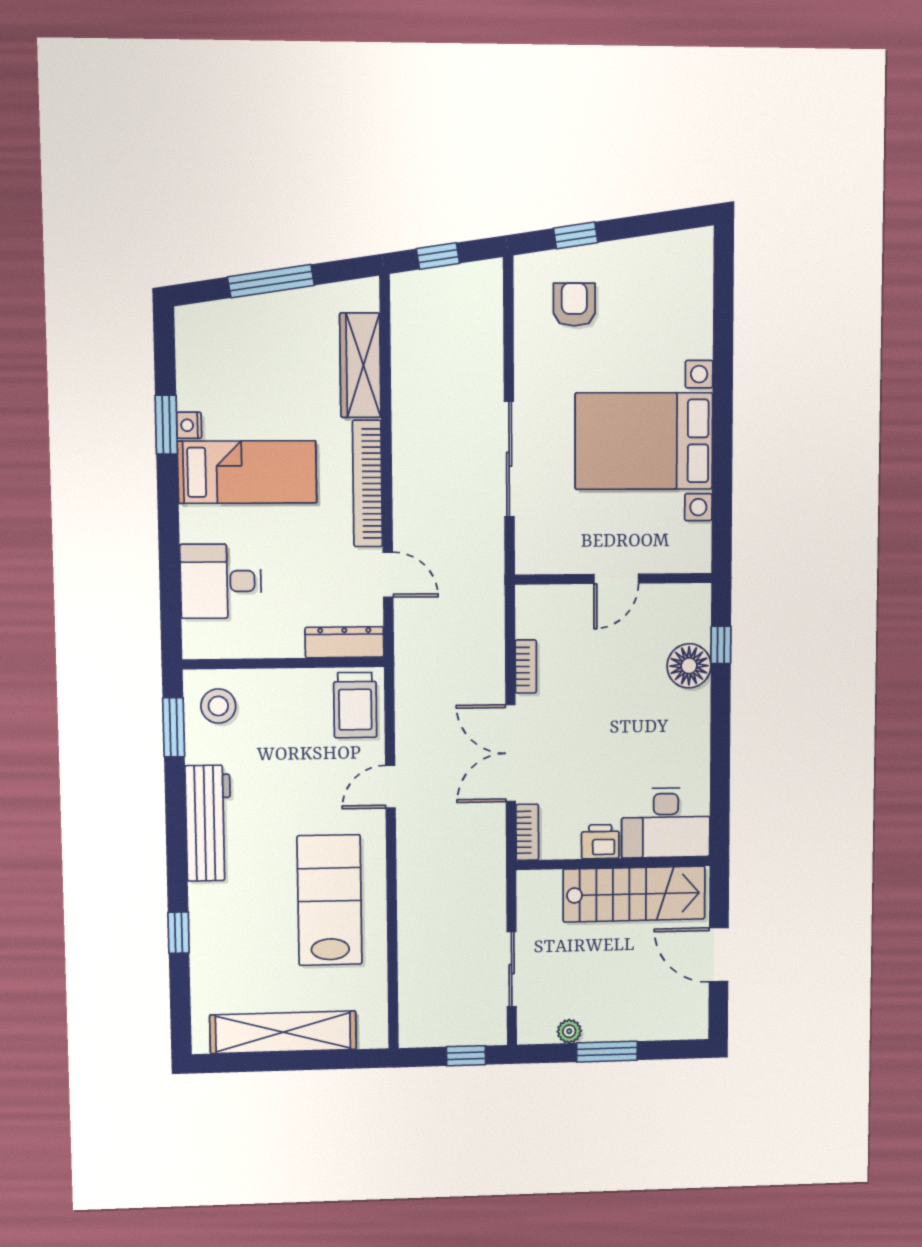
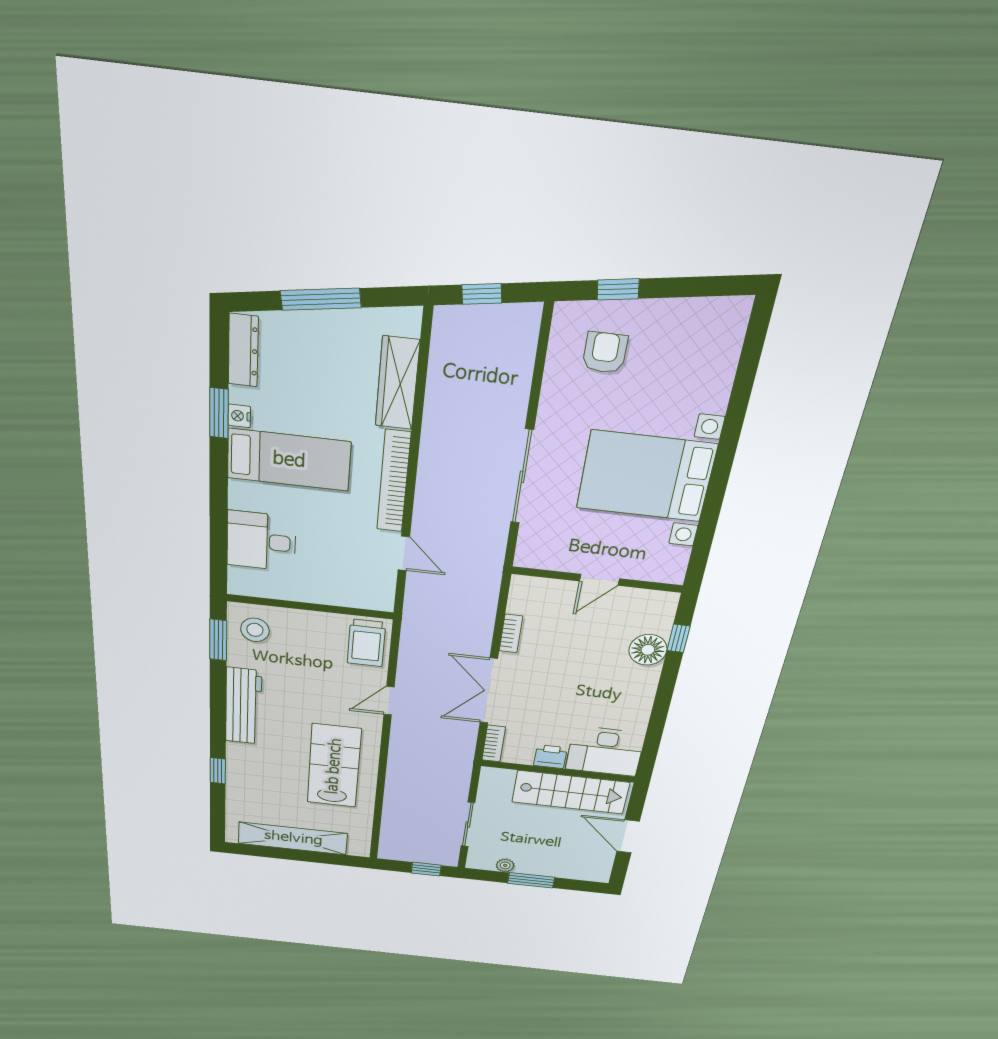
dresser: (344, 642) -> (243, 350), moved, turned 90

